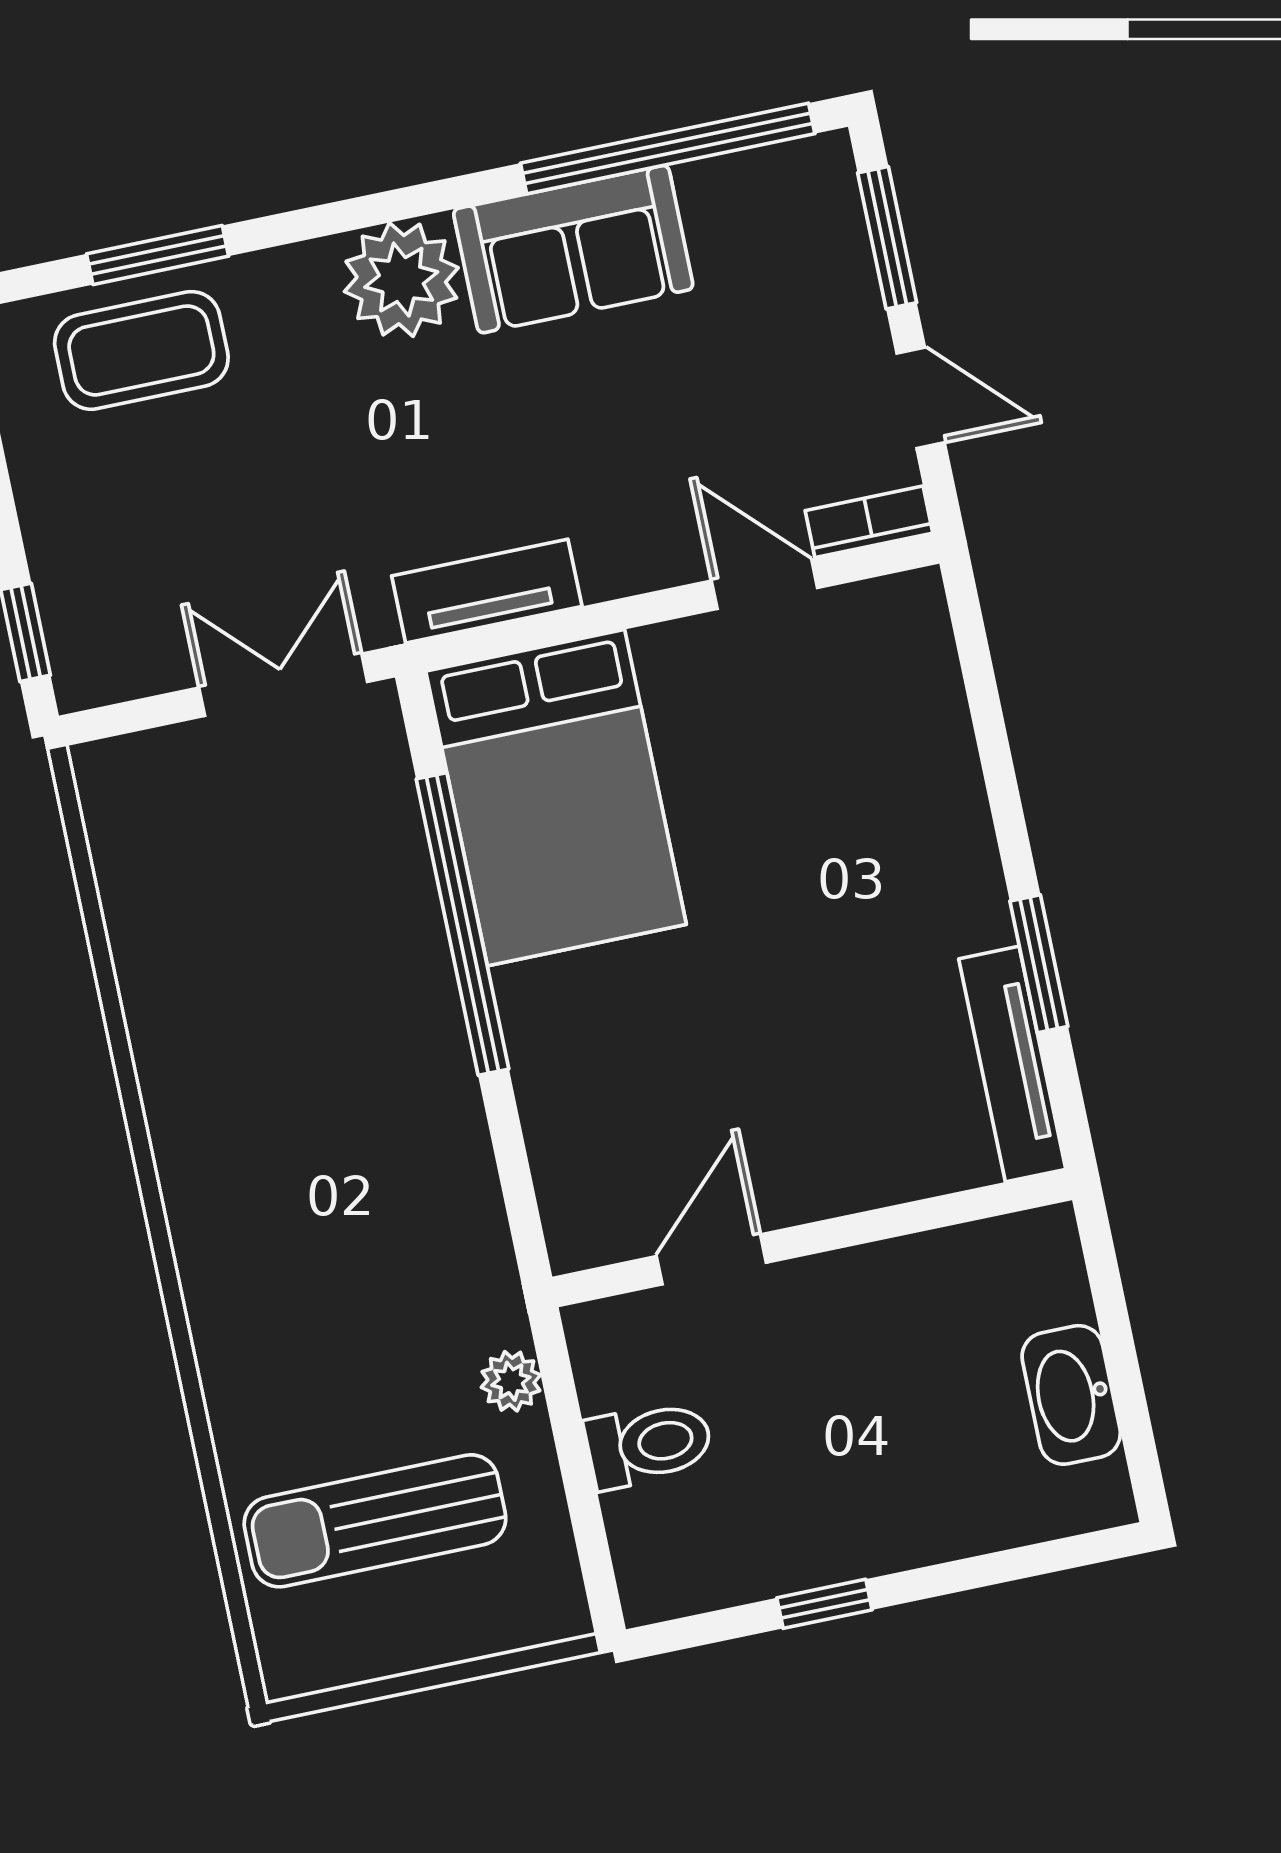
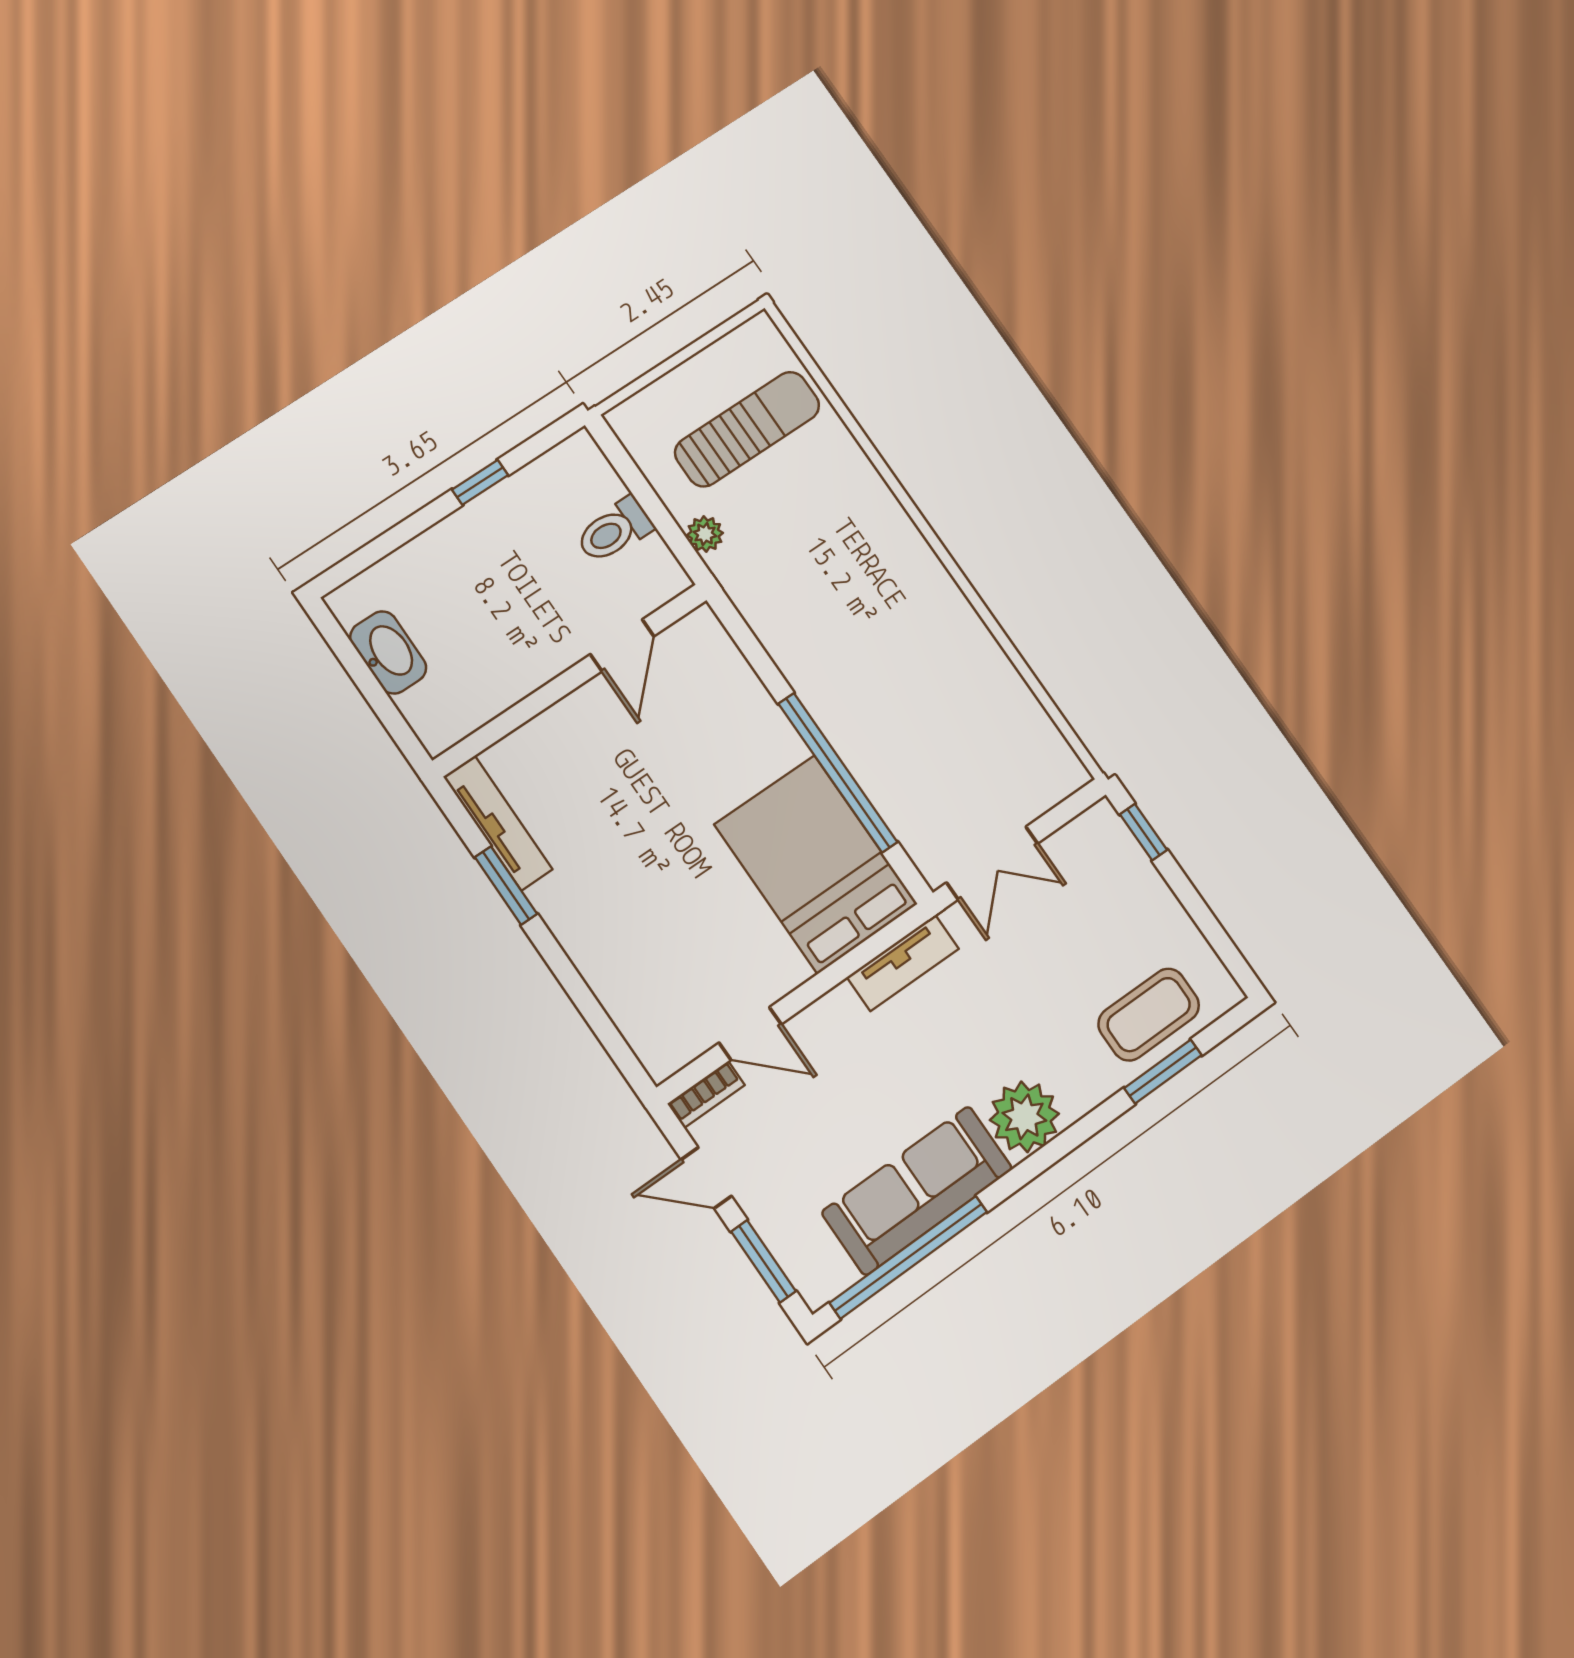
sofa: (573, 249) -> (917, 1191), width x1.36

